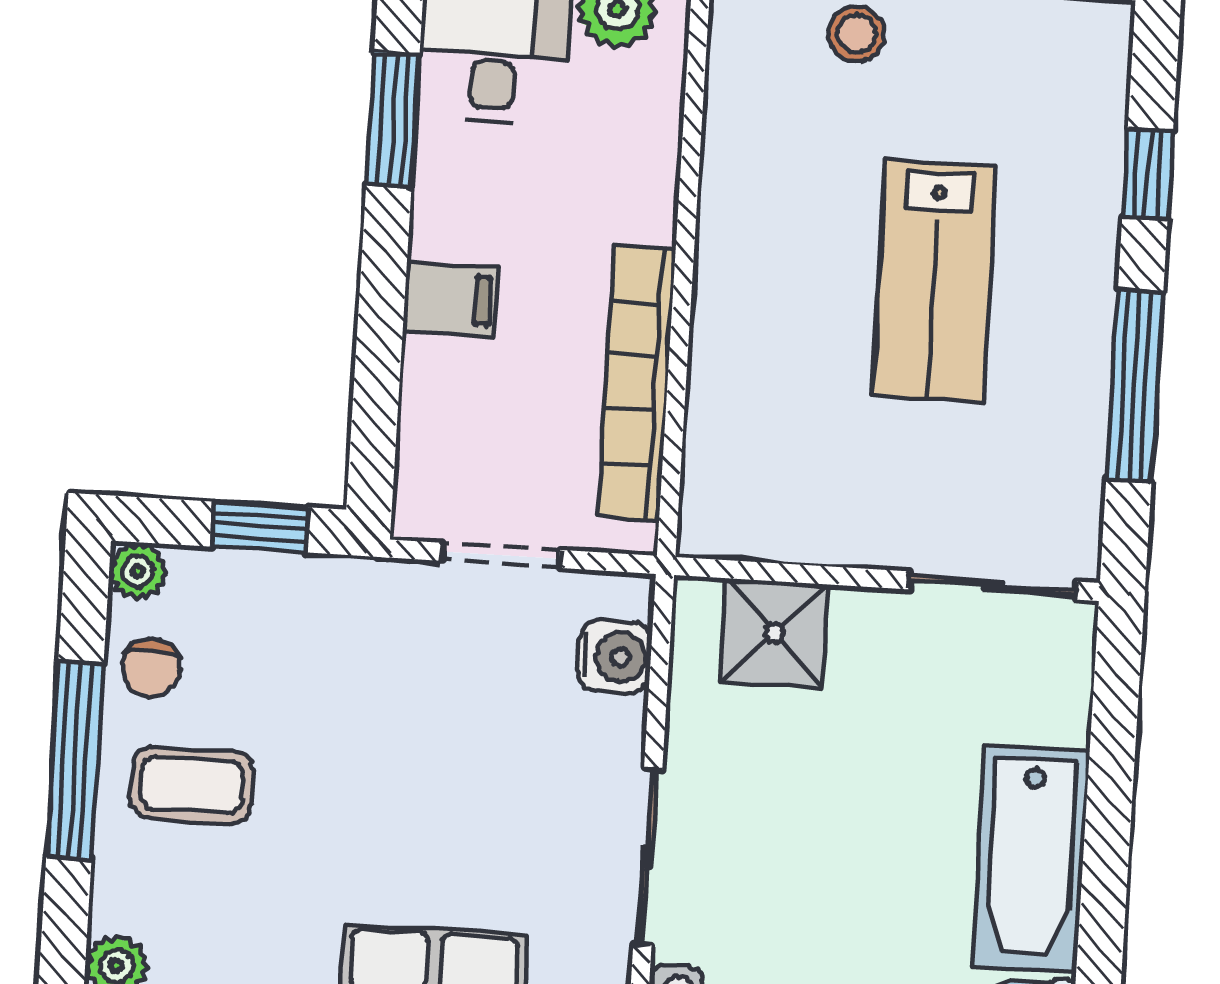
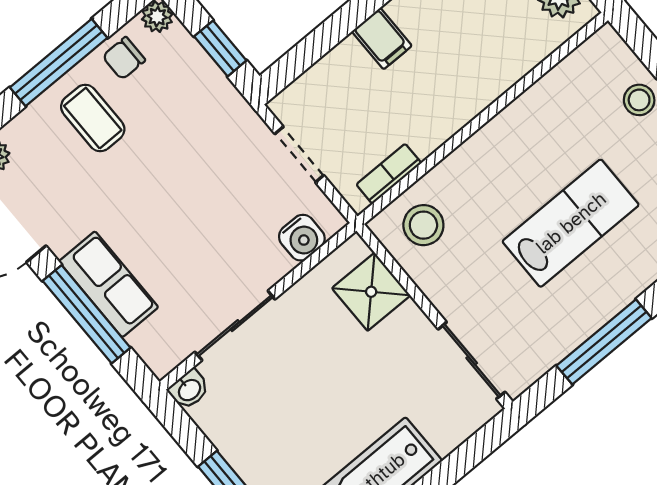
lab bench: (934, 280) -> (571, 223), turned 180
bookcase: (637, 383) -> (389, 174), width x0.43, depth x0.76
stool: (751, 479) -> (423, 225), added

